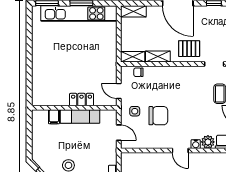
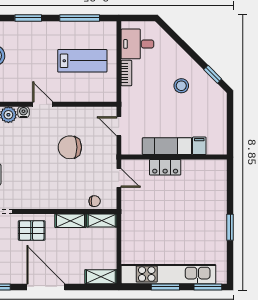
window: (29, 51) -> (230, 227), added
side table: (135, 111) -> (99, 153), removed

